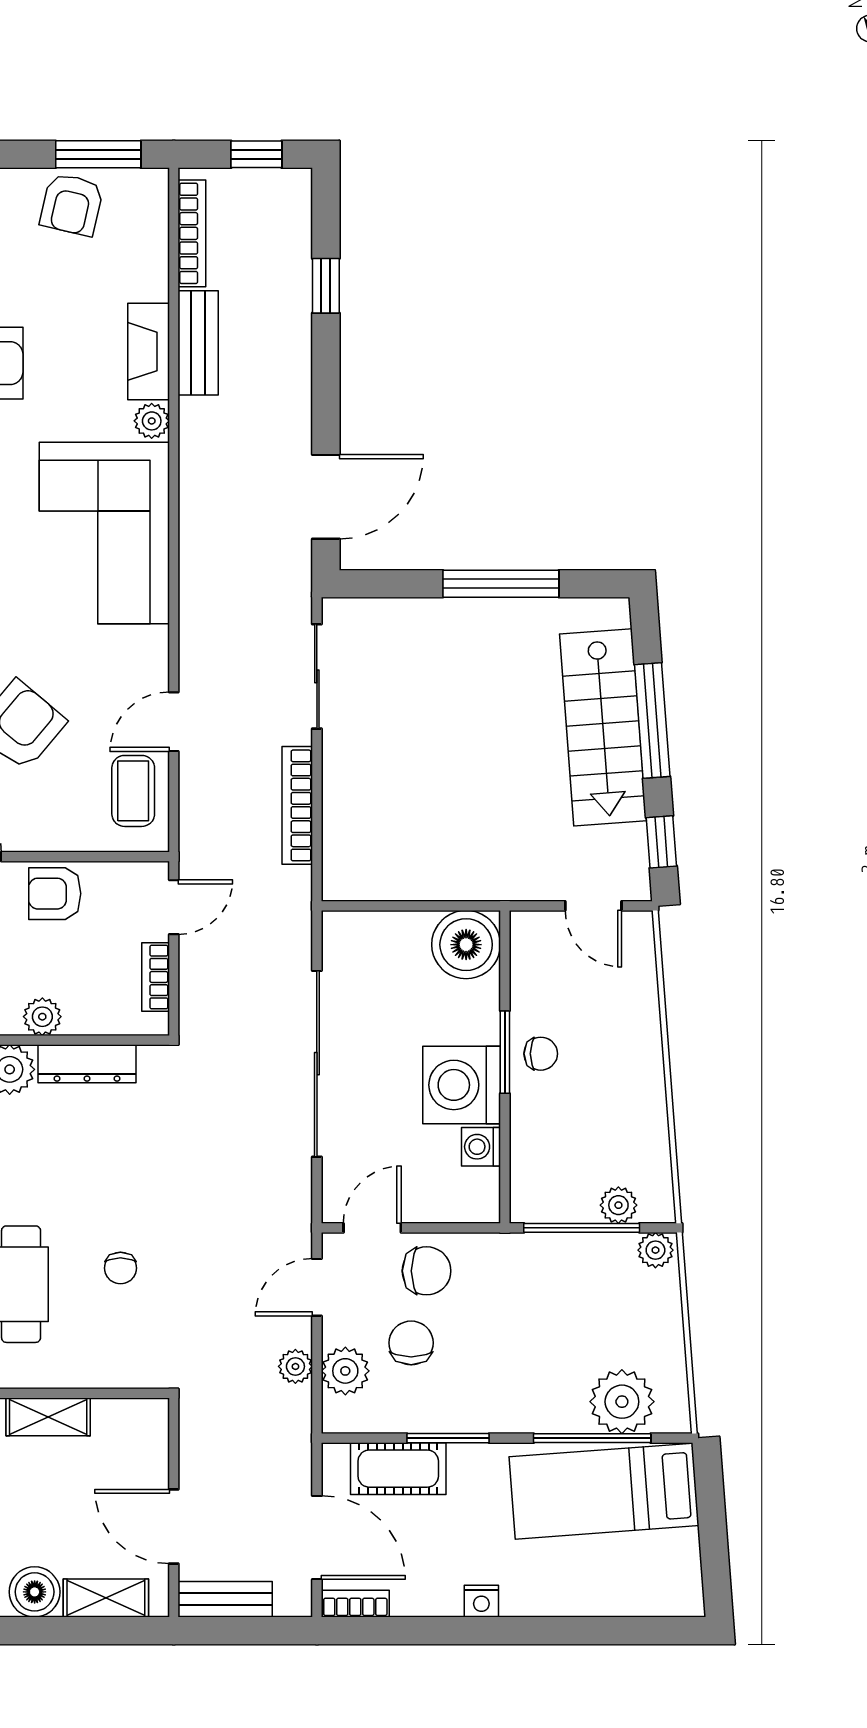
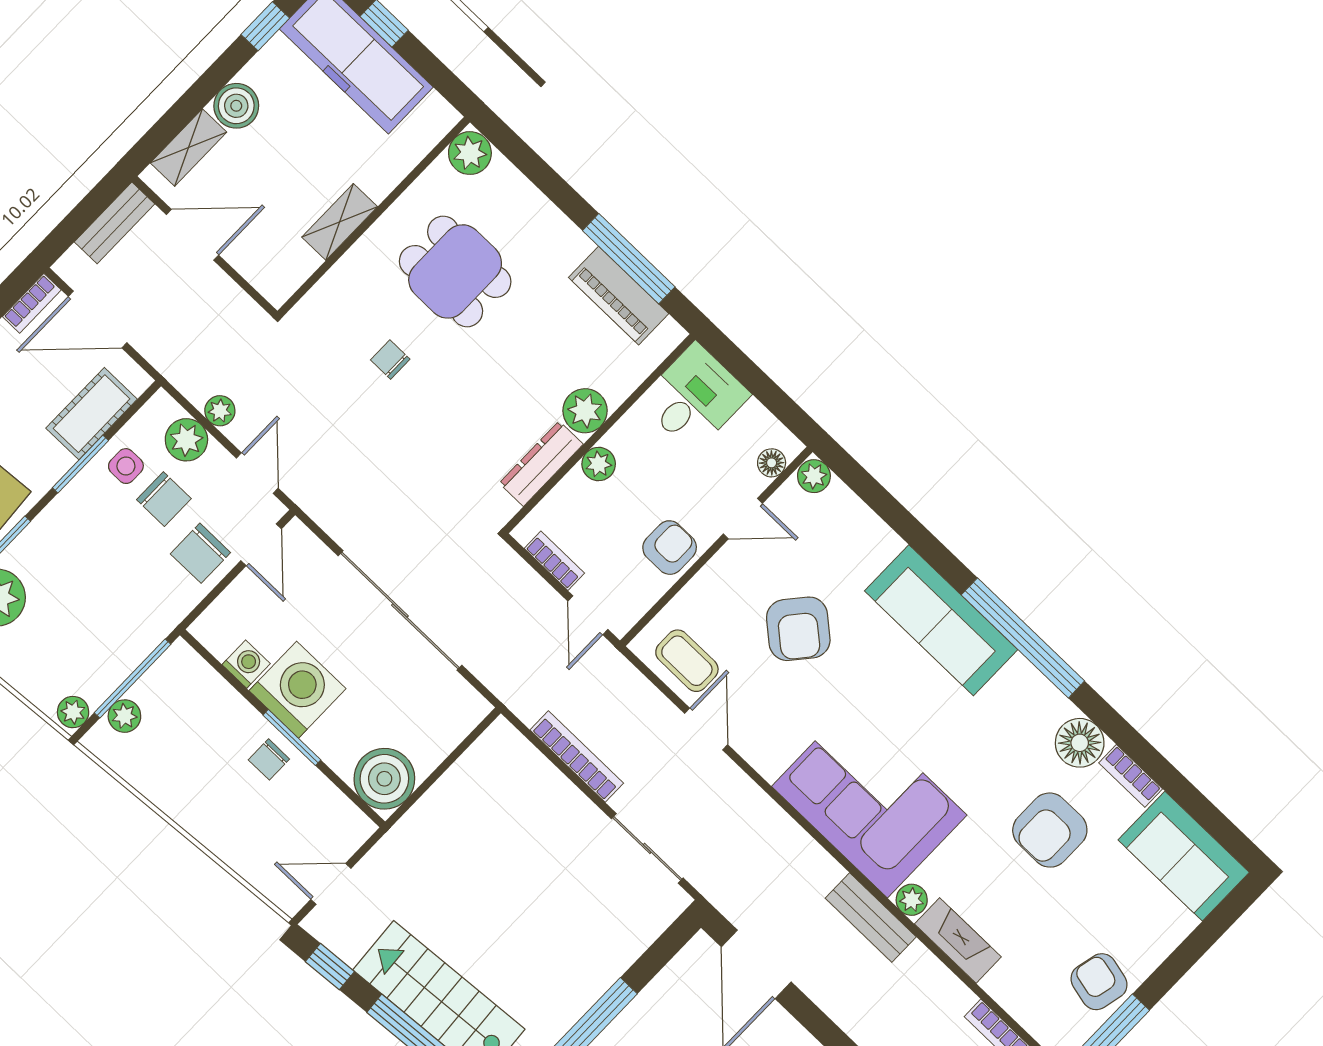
bench: (198, 343) -> (871, 918), moved
side table: (414, 1400) -> (126, 466), added

